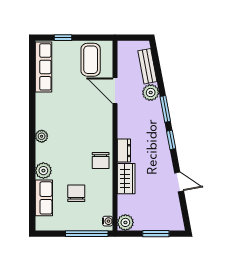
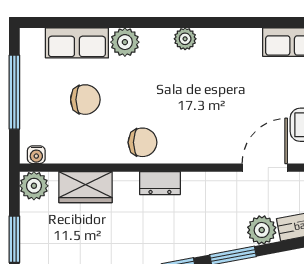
chair: (101, 161) -> (142, 142), turned 180
wardrobe: (126, 179) -> (85, 187), moved
window: (87, 234) -> (14, 92), moved

